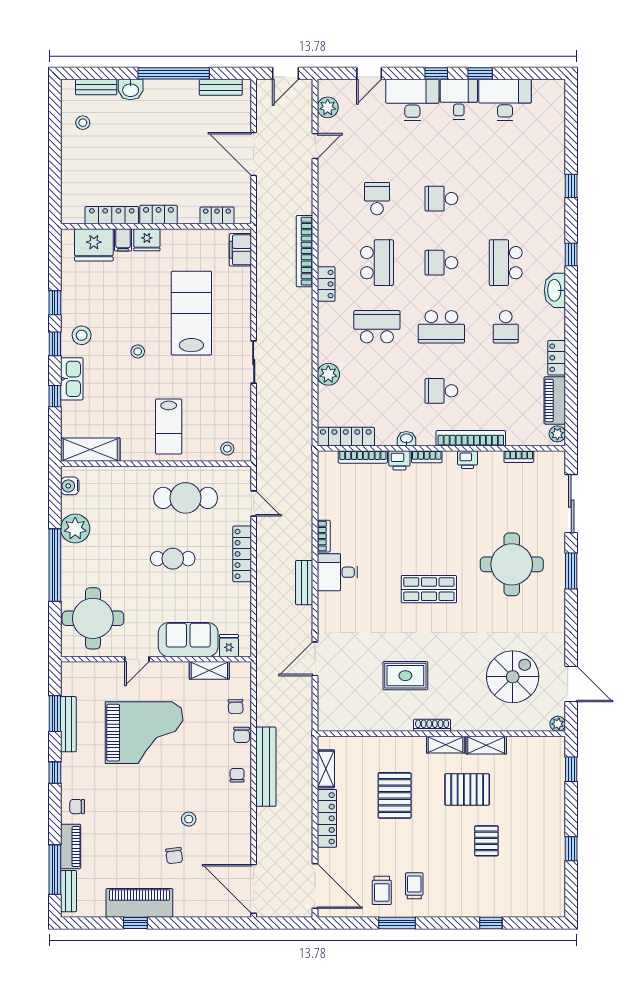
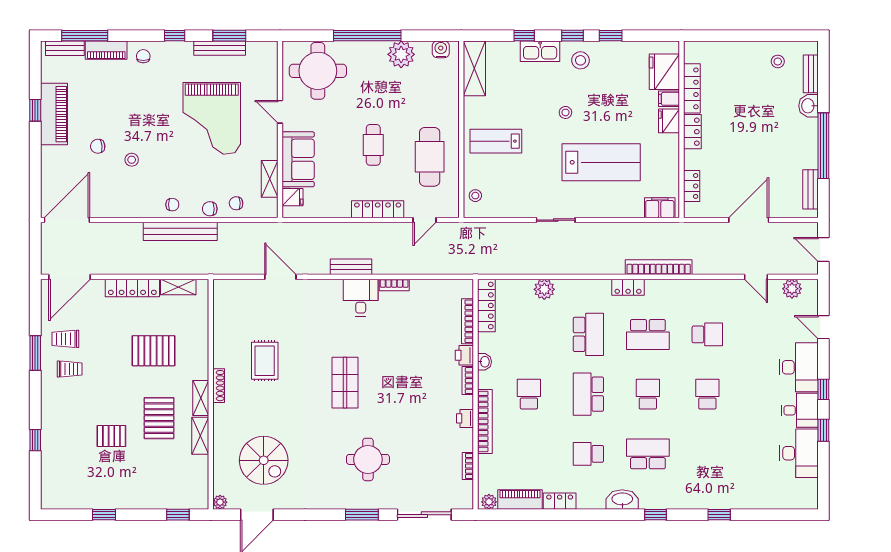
round table: (512, 564) -> (368, 459), width x0.73, depth x0.73

